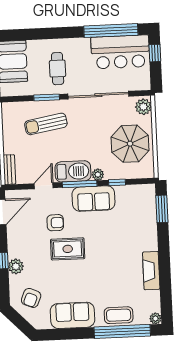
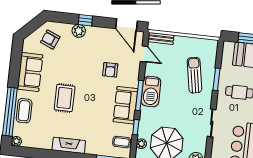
sliding door: (98, 95) -> (212, 123), width x0.54
plant: (98, 175) -> (141, 144), moved
door: (44, 186) -> (144, 54), moved
coffee table: (137, 196) -> (122, 142), added
rug: (68, 249) -> (65, 98), moved
fireplace: (151, 271) -> (69, 145), moved

